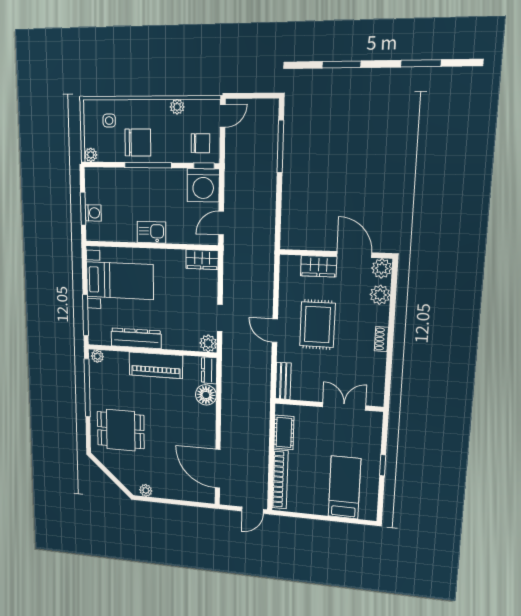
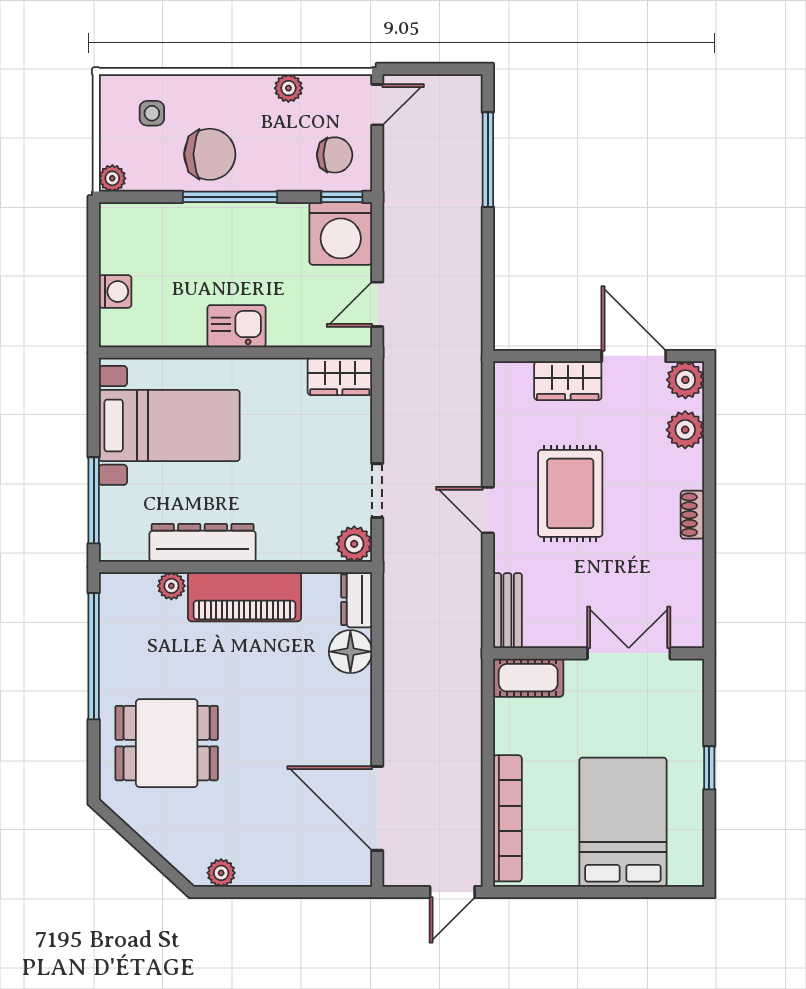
window: (83, 209) -> (94, 284), removed
plant: (97, 356) -> (171, 586), moved
cot: (284, 432) -> (528, 678), moved, turned 90
bed: (344, 488) -> (623, 822), width x1.50

